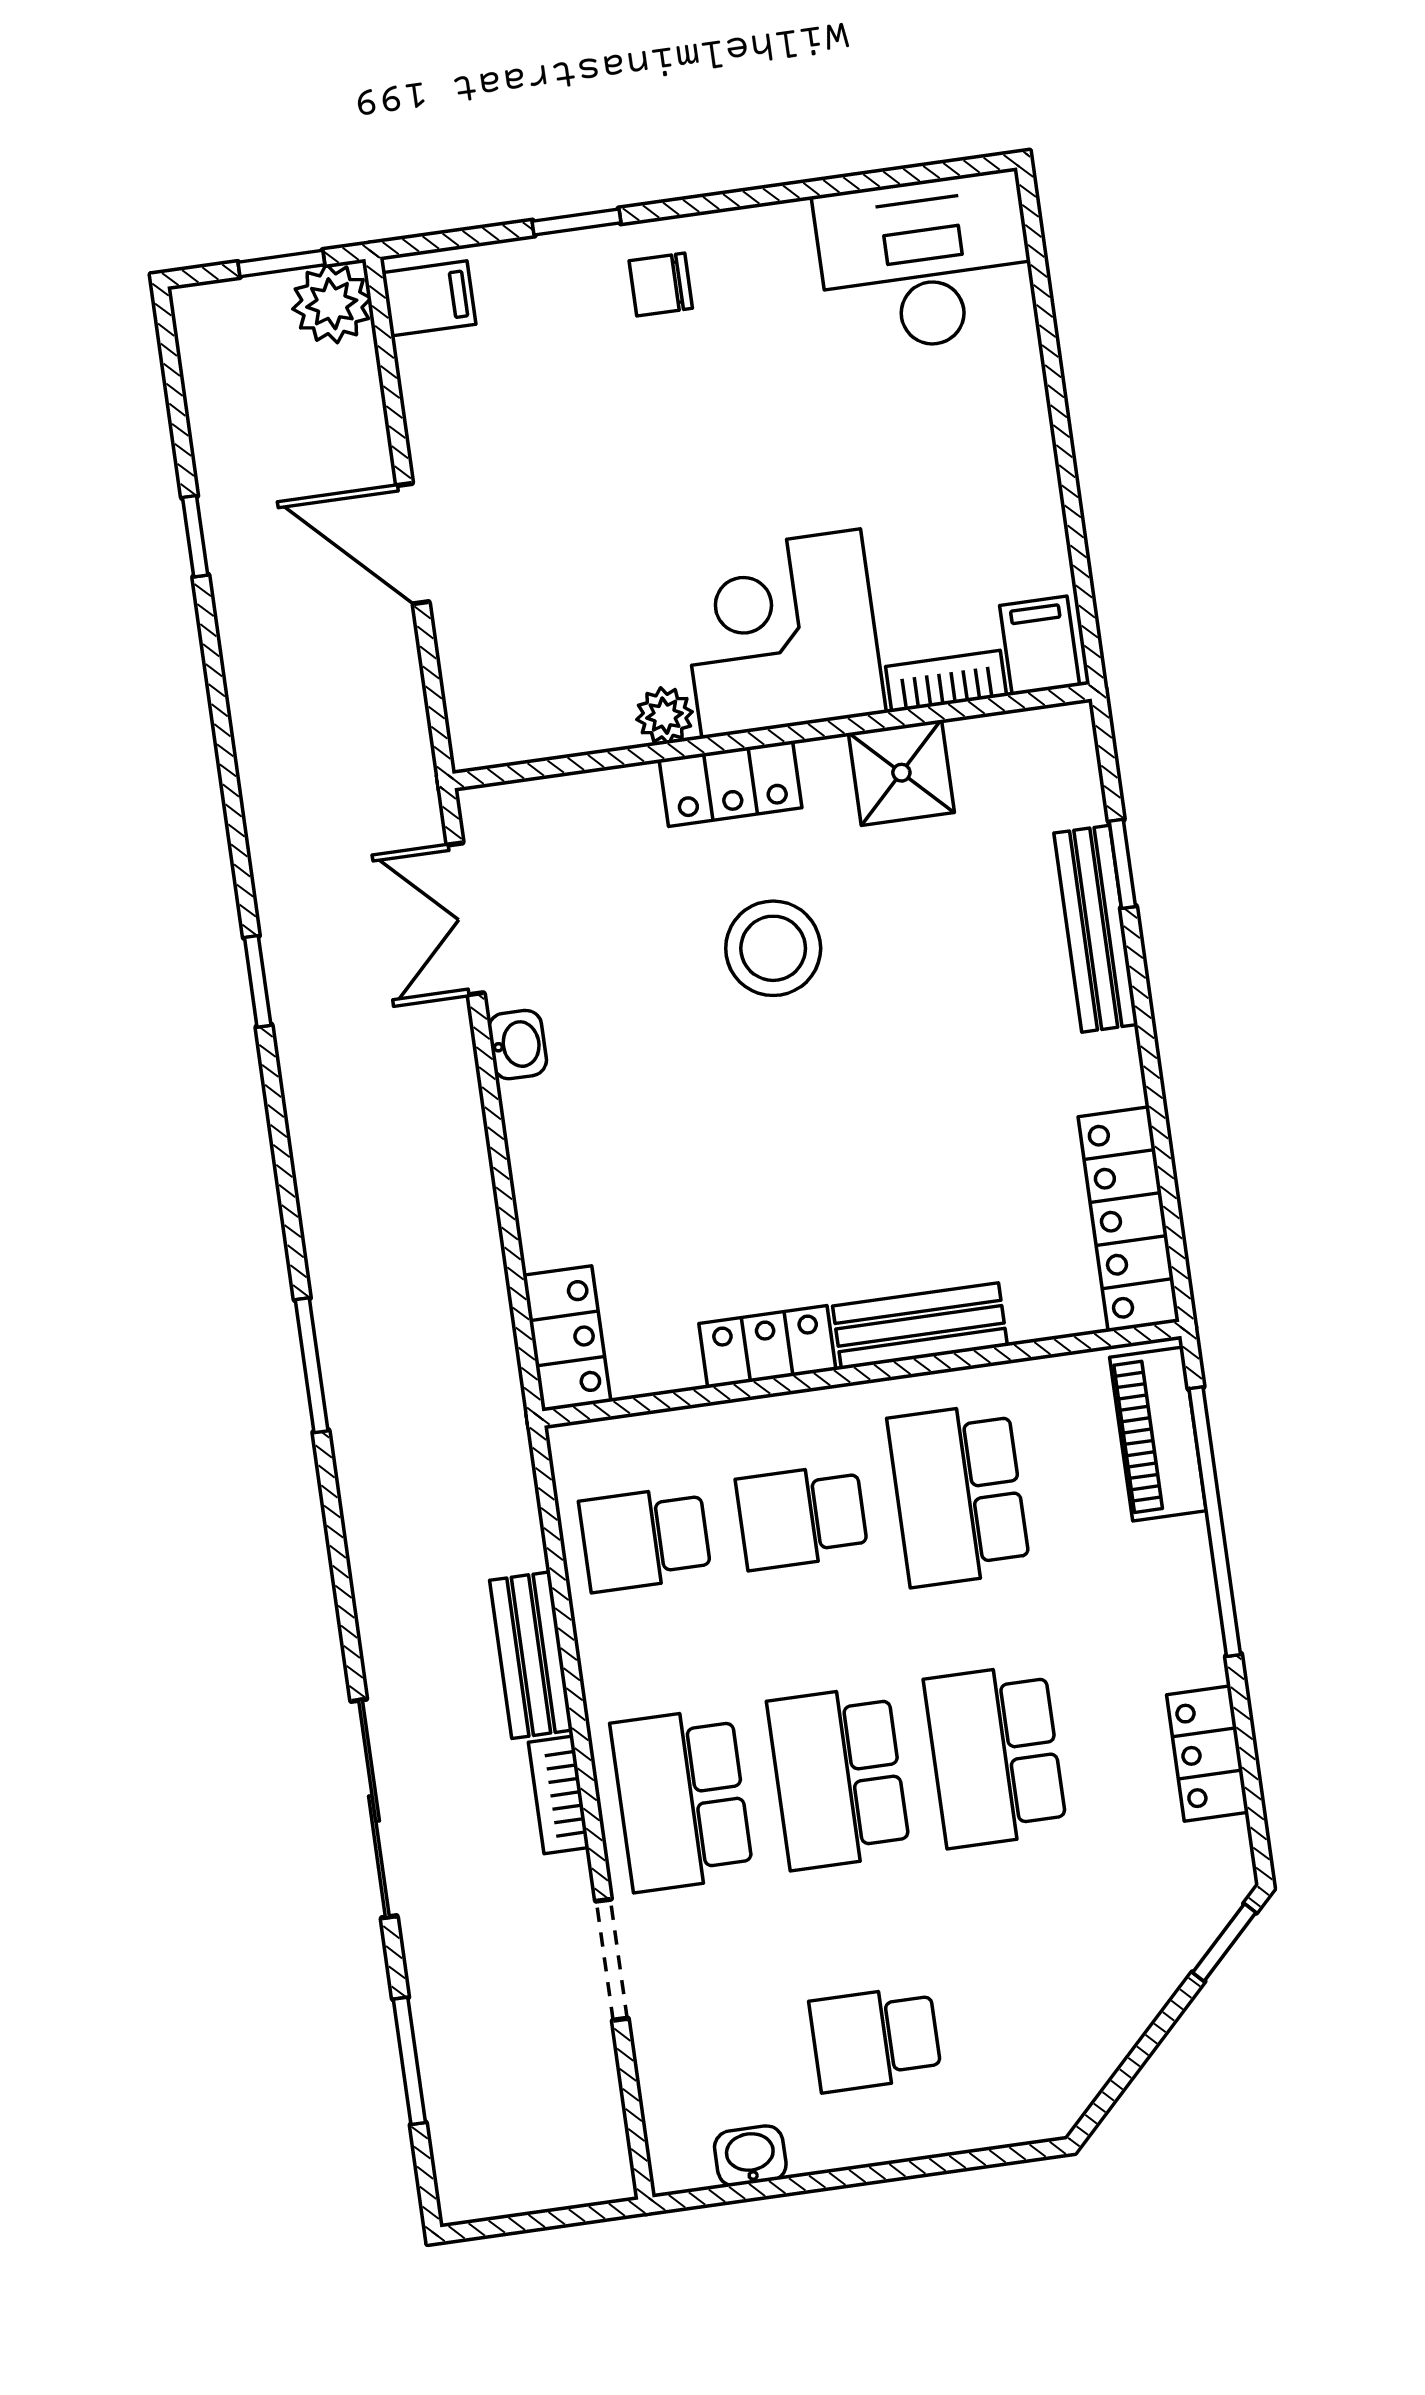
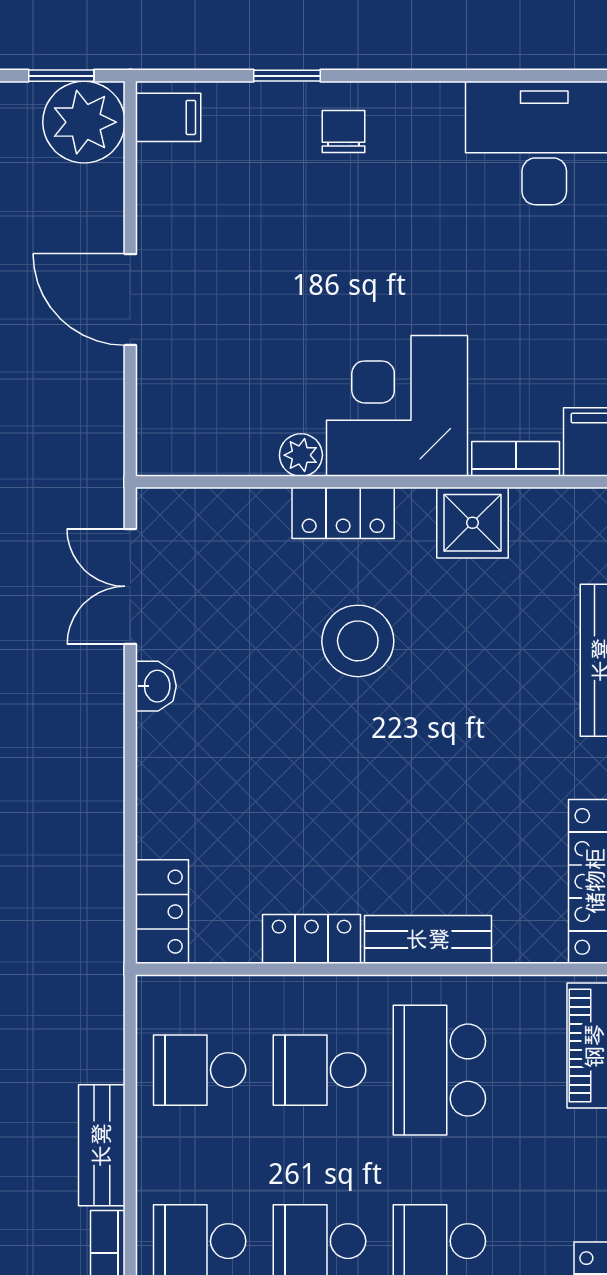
chair: (661, 285) -> (343, 131), turned 90
plant: (332, 304) -> (84, 122), width x1.36, depth x1.36

